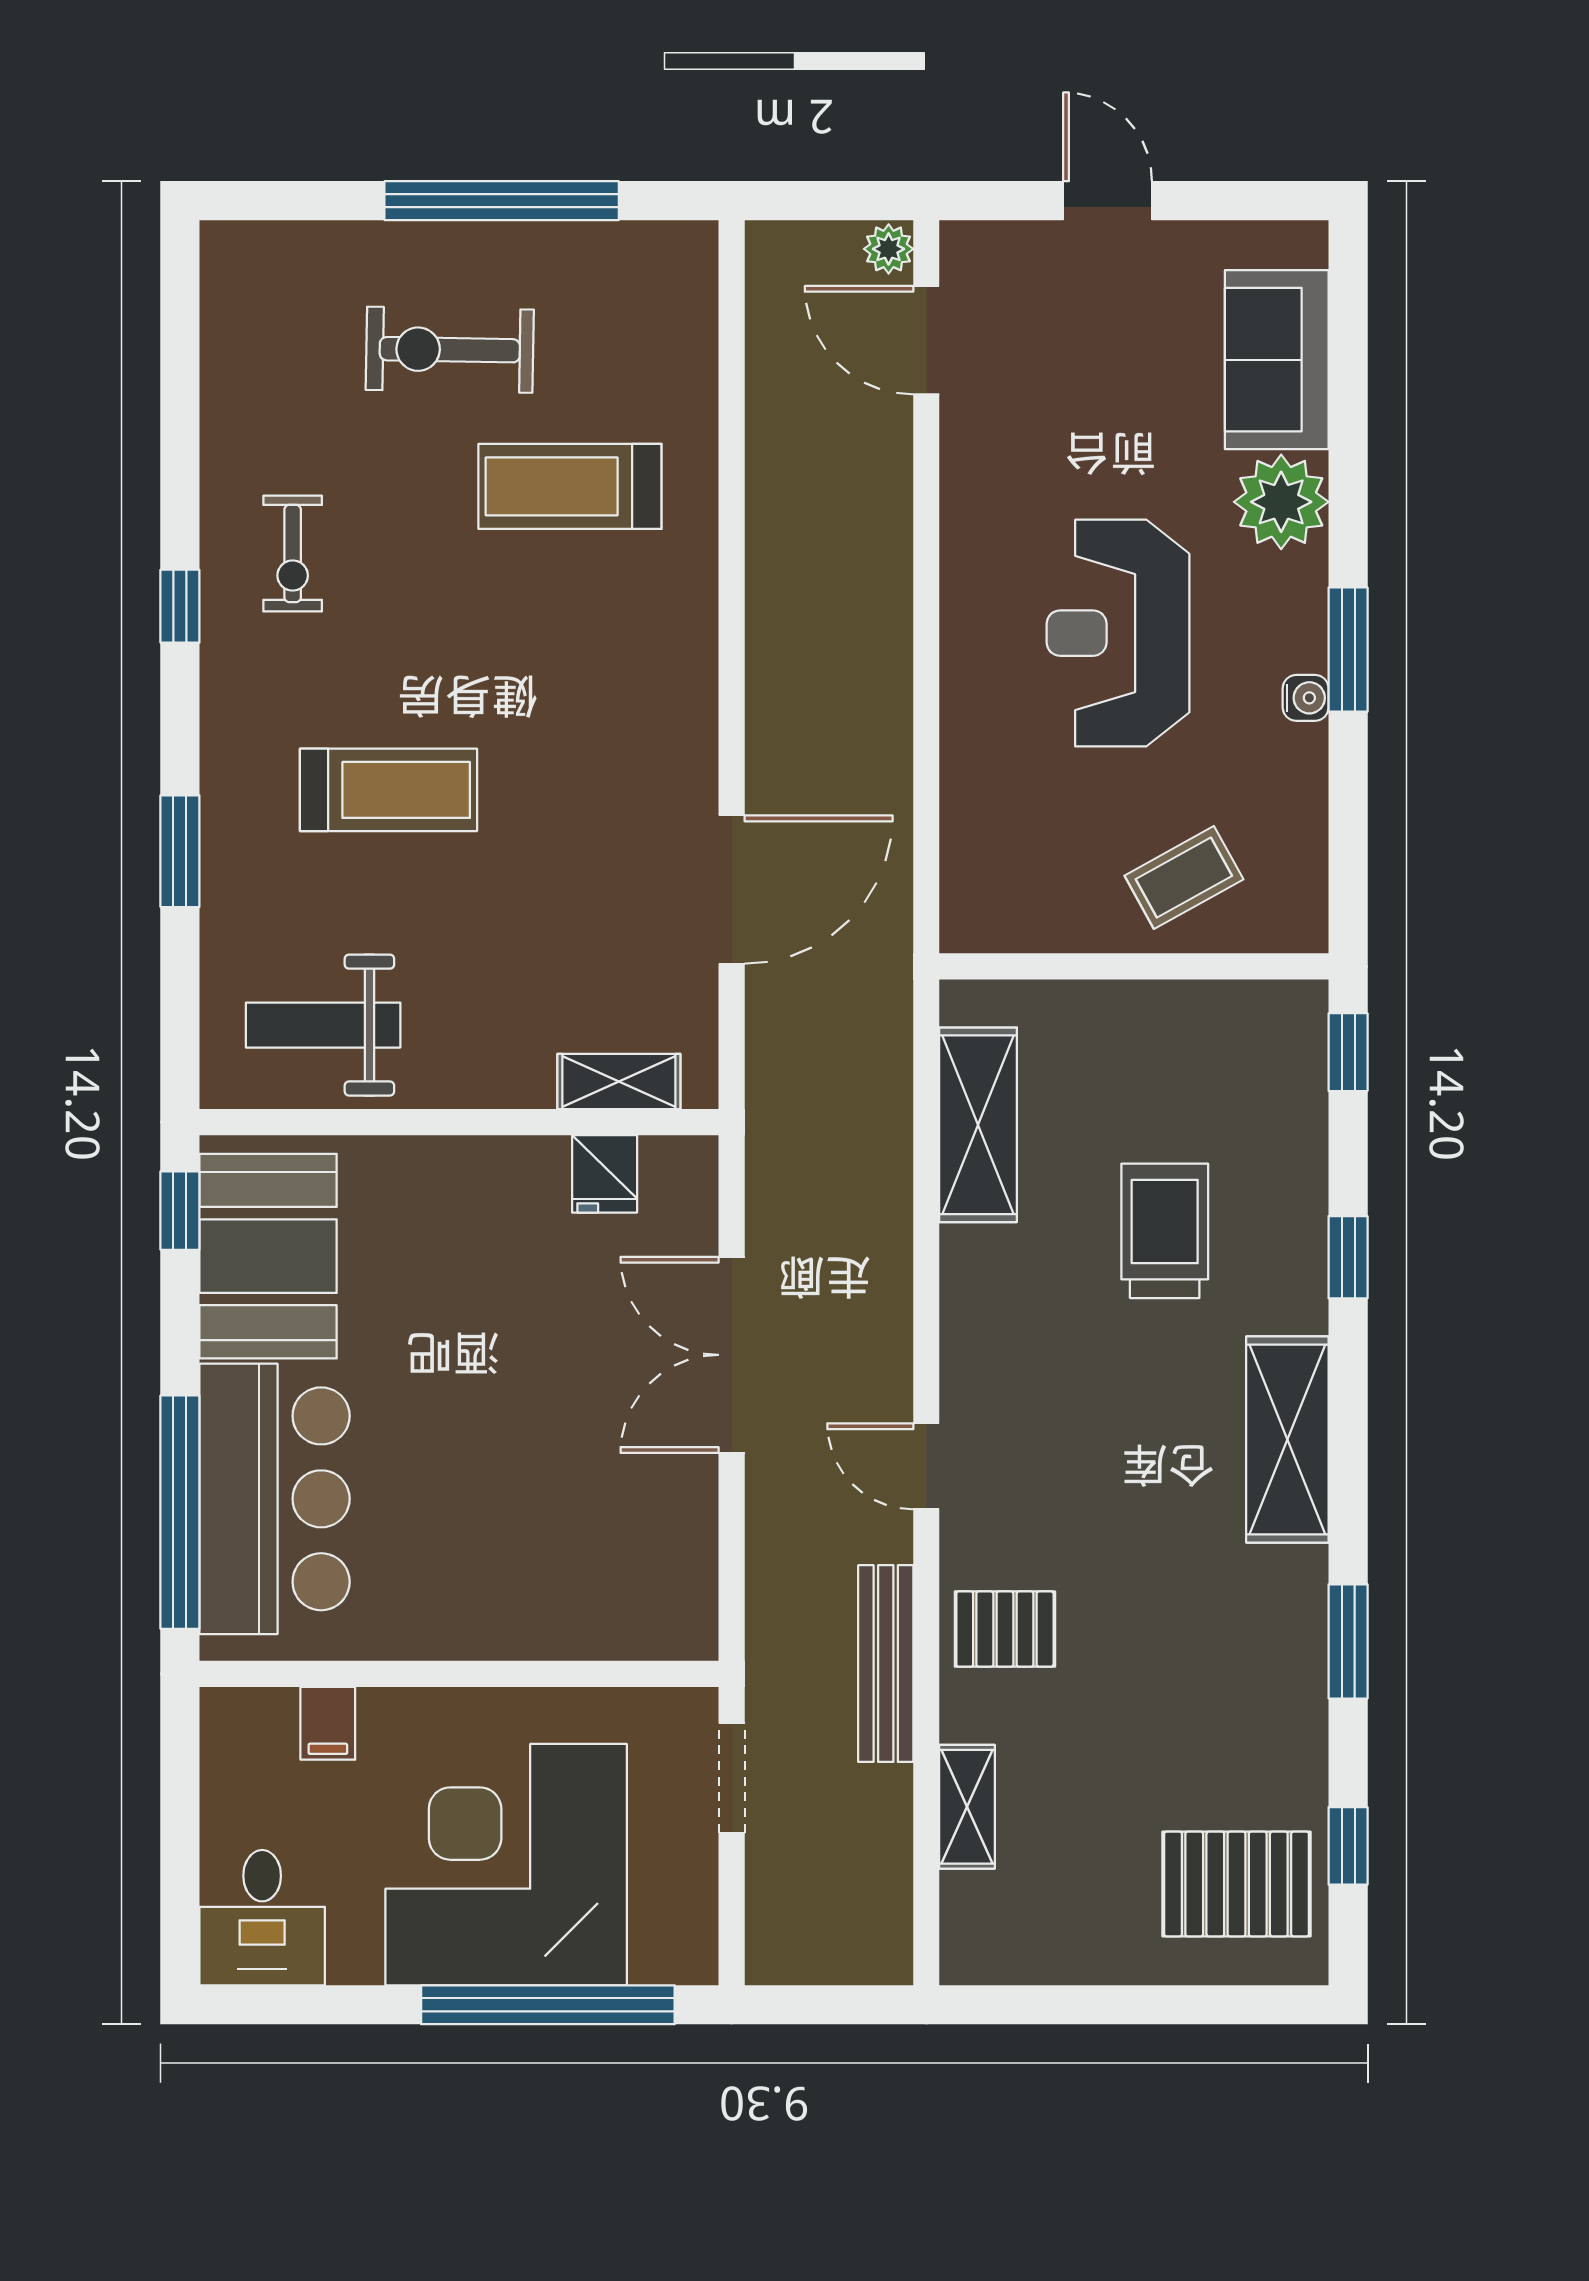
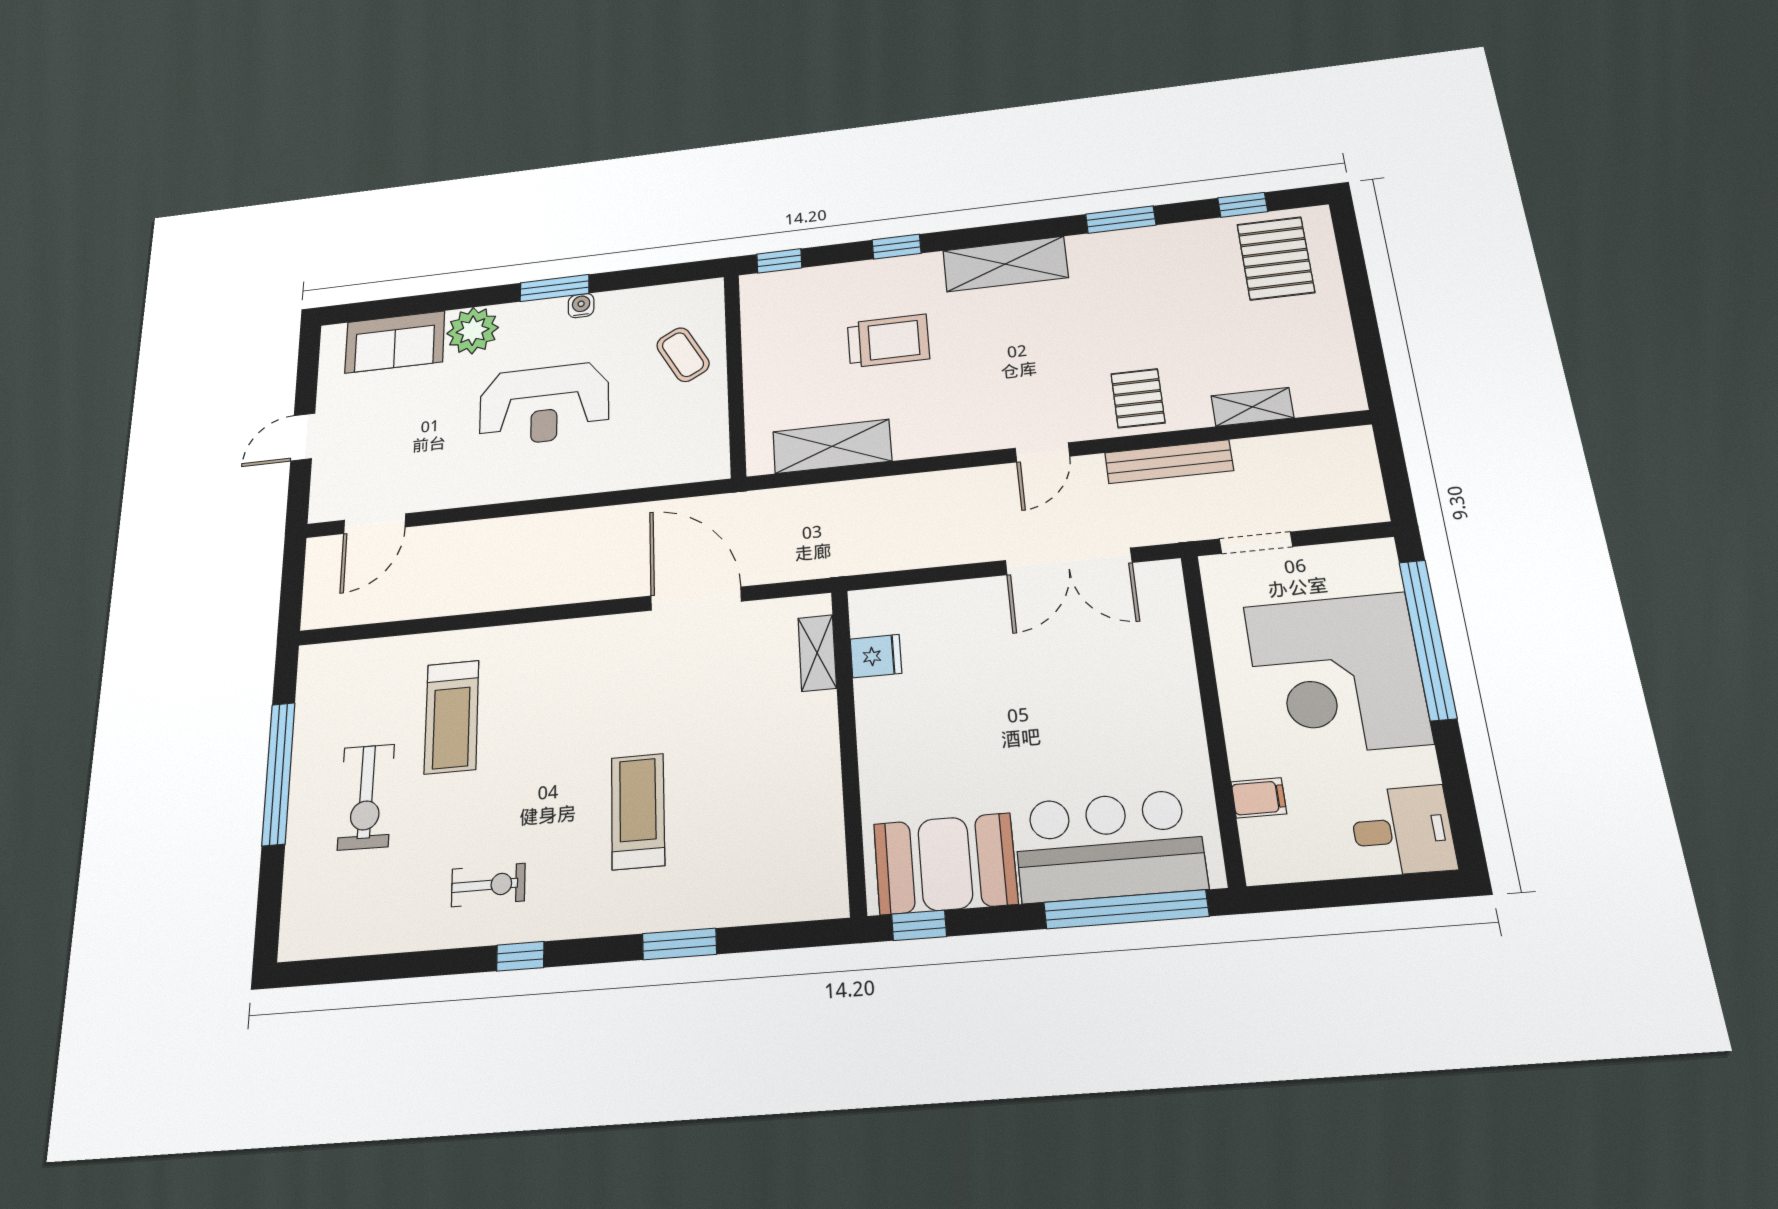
plant: (889, 249) -> (322, 550), removed
weight bench: (323, 1025) -> (790, 840), removed
trolley: (1165, 1231) -> (888, 341), turned 180
double door: (732, 1355) -> (1068, 561), moved

